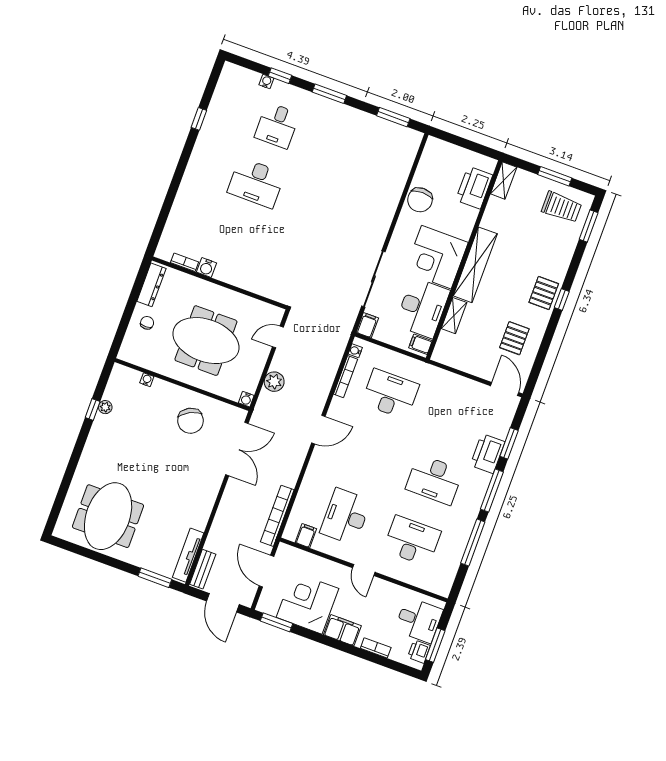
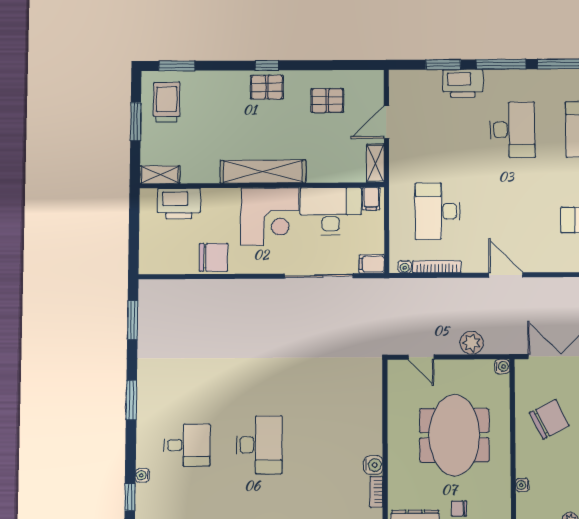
window: (280, 76) -> (130, 497), moved
shelving: (454, 316) -> (375, 163), moved, turned 90
door: (505, 389) -> (386, 122), moved

